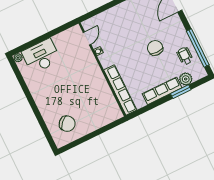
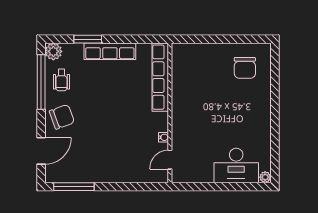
chair: (155, 48) -> (62, 117), moved, turned -110
plant: (186, 79) -> (53, 51), moved
chair: (67, 124) -> (245, 68), turned -134

